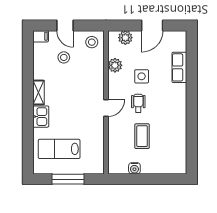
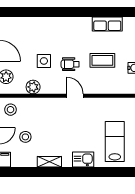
row of seats: (179, 67) -> (107, 24), moved
shelving: (39, 93) -> (49, 162), moved
lab bench: (59, 149) -> (115, 142), turned 180

